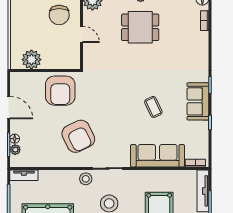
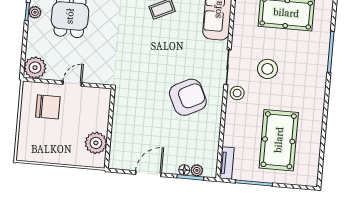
armchair: (60, 91) -> (134, 113), removed

